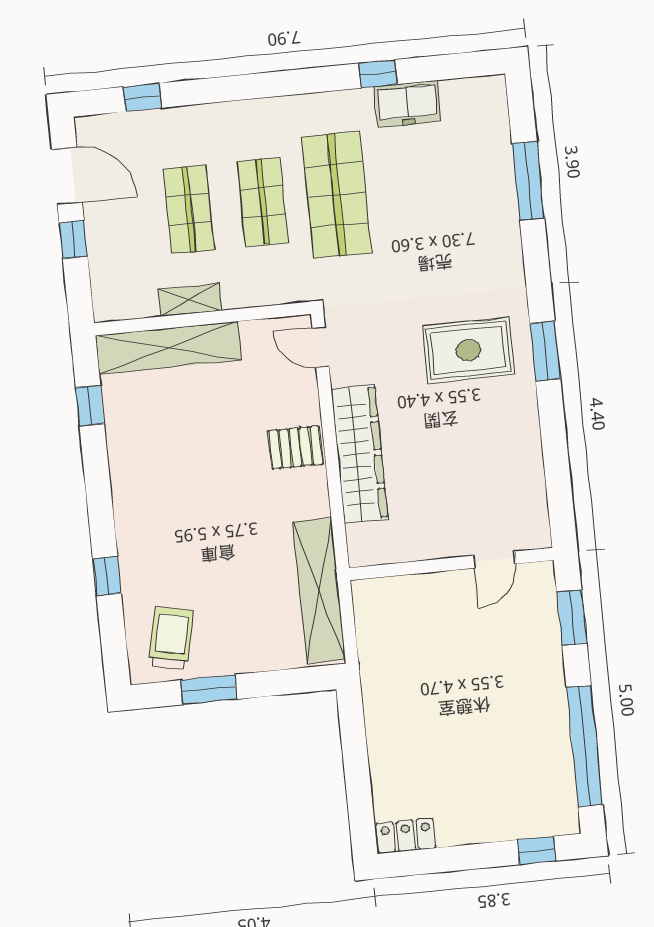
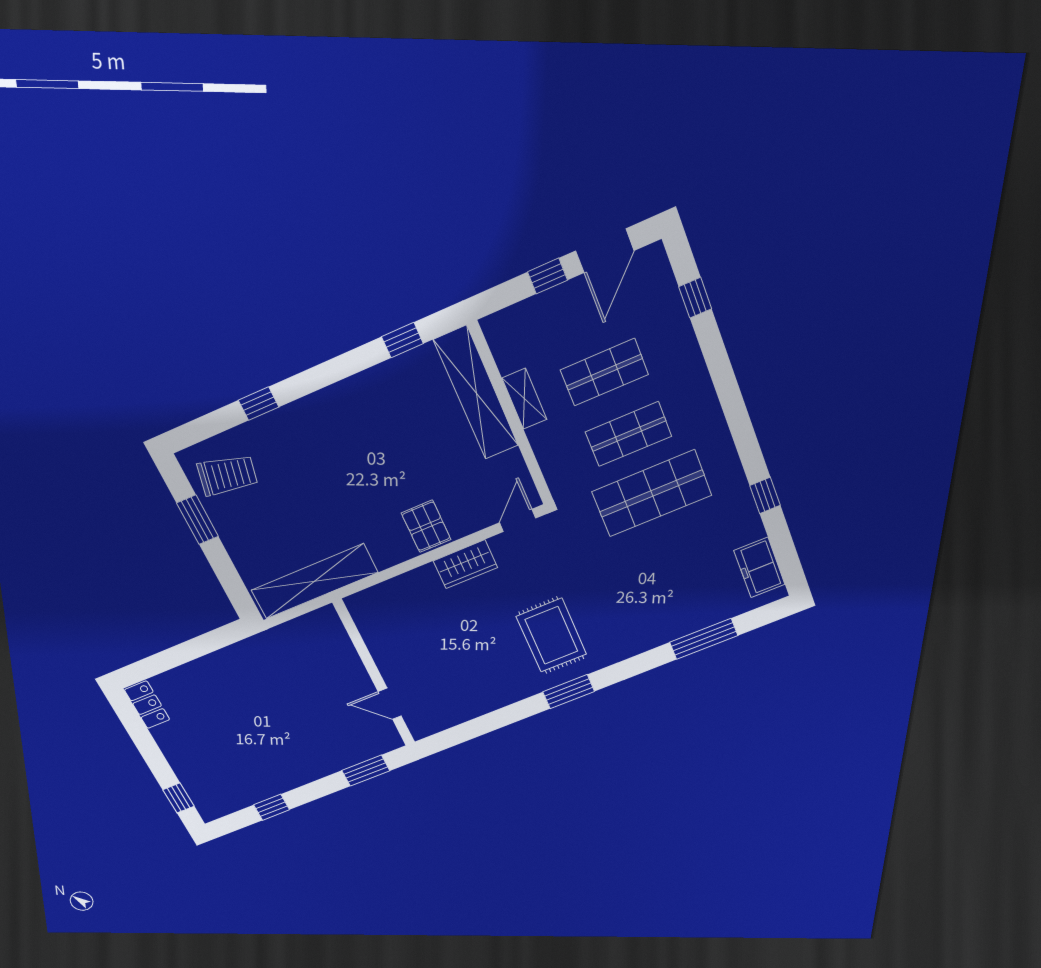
freezer: (407, 104) -> (759, 567), moved
wardrobe: (359, 454) -> (465, 564), width x0.48, depth x0.85
window: (585, 746) -> (272, 807), width x0.32

